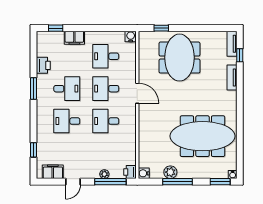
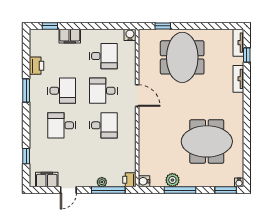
desk: (106, 56) -> (103, 56), turned 180
desk: (106, 121) -> (103, 125), turned 180
meeting table: (202, 136) -> (207, 141), width x0.73

